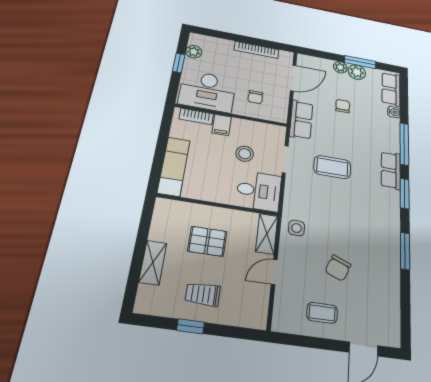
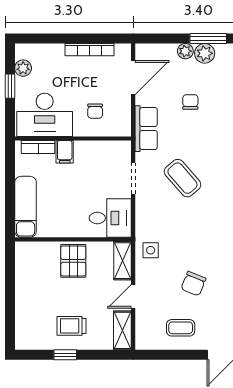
stool: (245, 154) -> (92, 180), removed
coffee table: (332, 167) -> (183, 178), turned 49
pallet: (207, 241) -> (73, 261), moved, turned 90
shelving: (153, 263) -> (122, 330), moved

